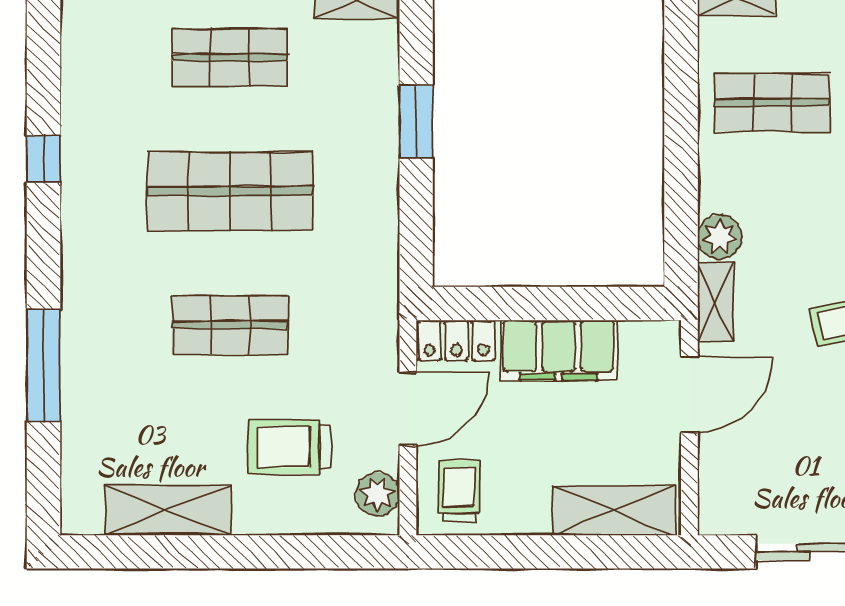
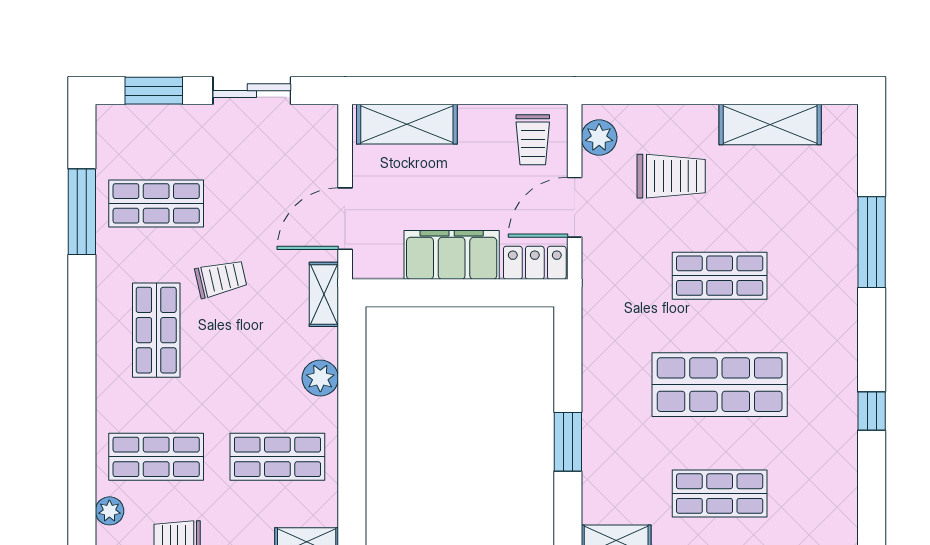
plant: (720, 237) -> (320, 378), moved

